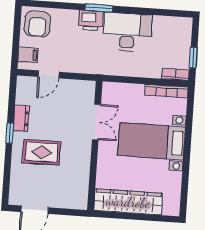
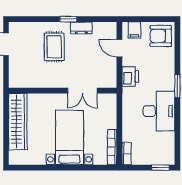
printer: (91, 21) -> (130, 77), moved, turned 180
window: (193, 58) -> (160, 168), moved

